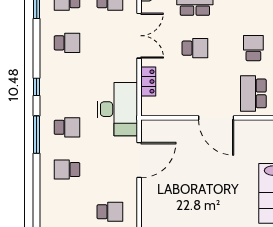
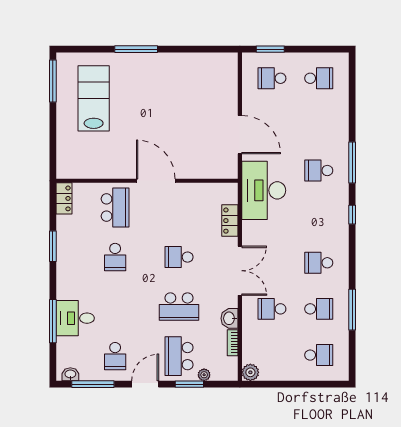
double door: (139, 36) -> (240, 271), swing flipped
door: (139, 160) -> (240, 135), swing flipped
school desk: (67, 170) -> (319, 78), moved

